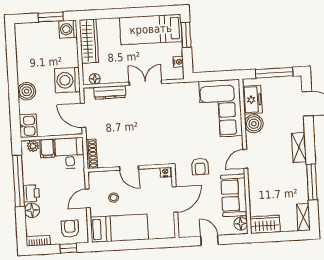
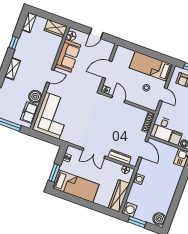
washing machine: (67, 80) -> (138, 179), width x0.53, depth x0.53
boiler: (27, 91) -> (159, 219), moved
armchair: (200, 167) -> (82, 84), removed
door: (129, 168) -> (118, 99), moved
window: (312, 182) -> (14, 43), width x0.46
door: (88, 198) -> (163, 94), hinge flipped
door: (209, 240) -> (96, 33), hinge flipped

